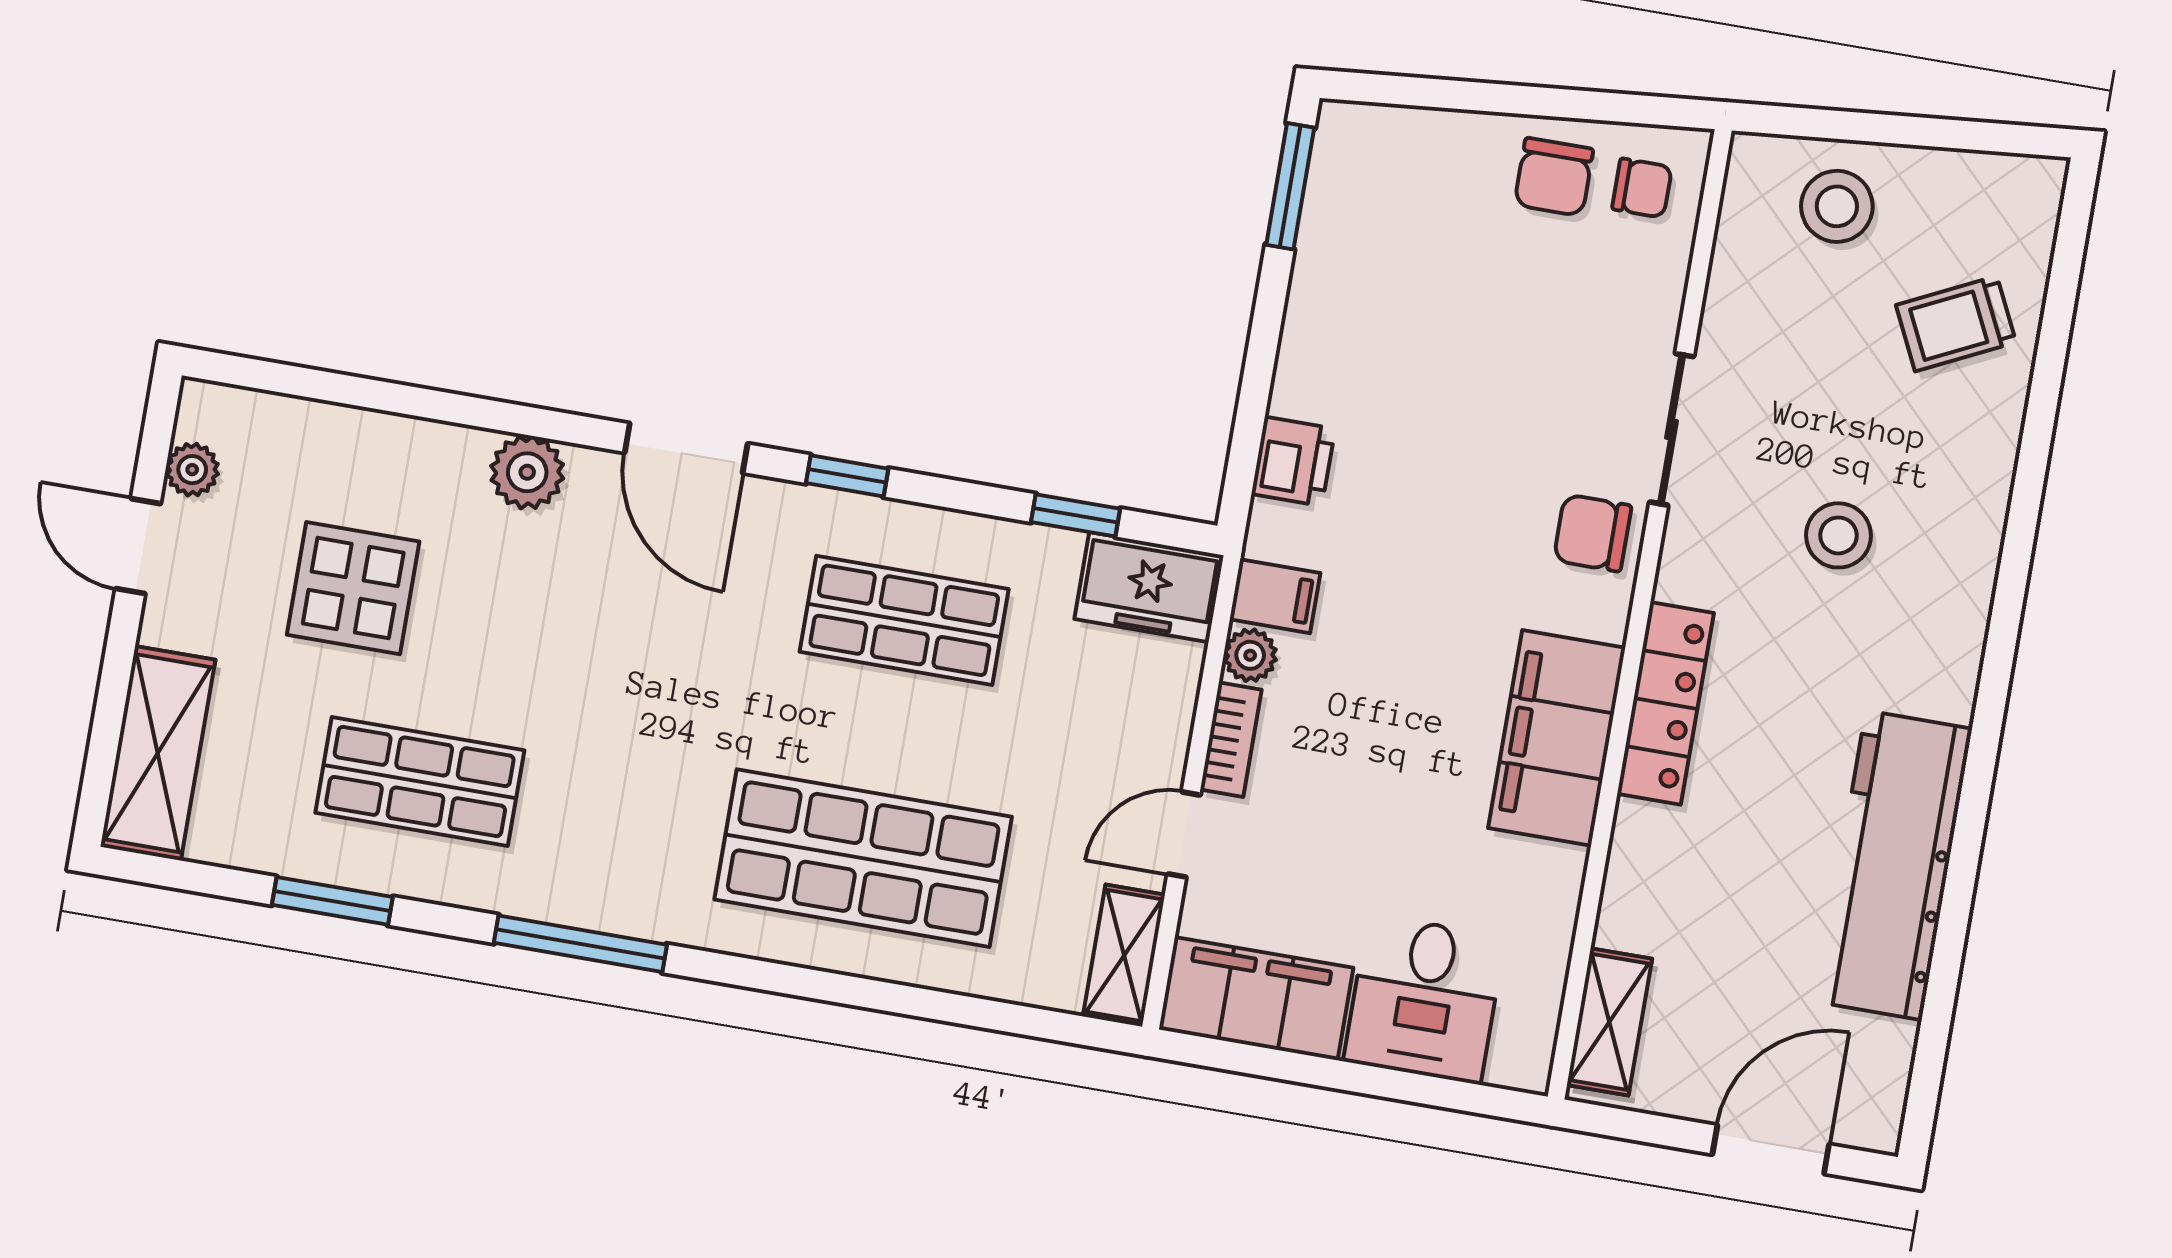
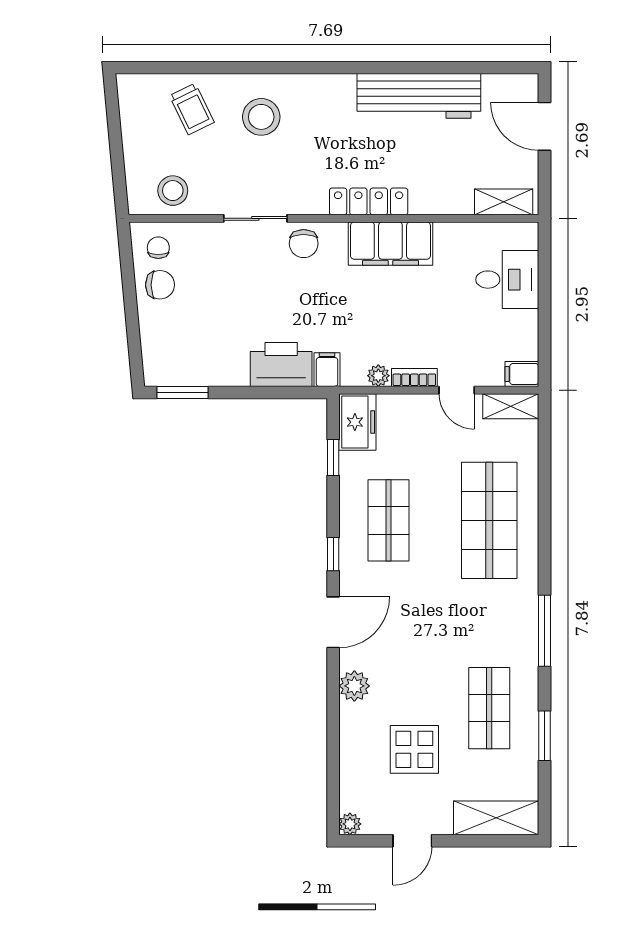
stool: (1837, 206) -> (173, 191), moved
printer: (1293, 461) -> (281, 365), width x1.87, depth x1.48
plant: (192, 470) -> (350, 824), moved
stool: (1838, 535) -> (261, 117), moved, width x1.38, depth x1.38
filing cabinet: (1275, 596) -> (327, 370), moved
filing cabinet: (1256, 999) -> (522, 374), width x0.33, depth x0.86

